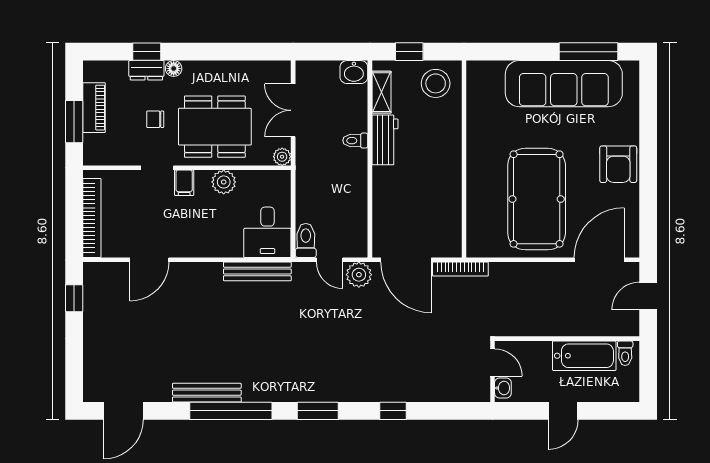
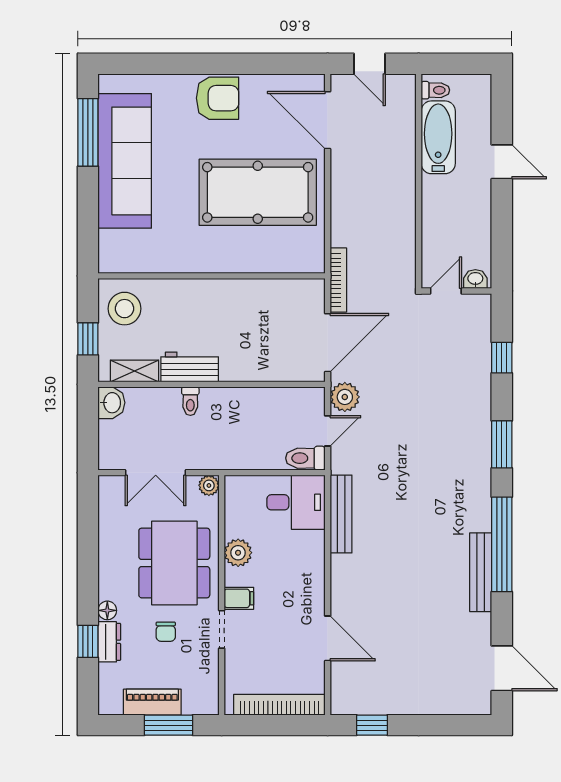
door: (493, 362) -> (446, 291), moved
wall: (493, 372) -> (456, 291), moved
washbasin: (503, 388) -> (475, 279), moved

